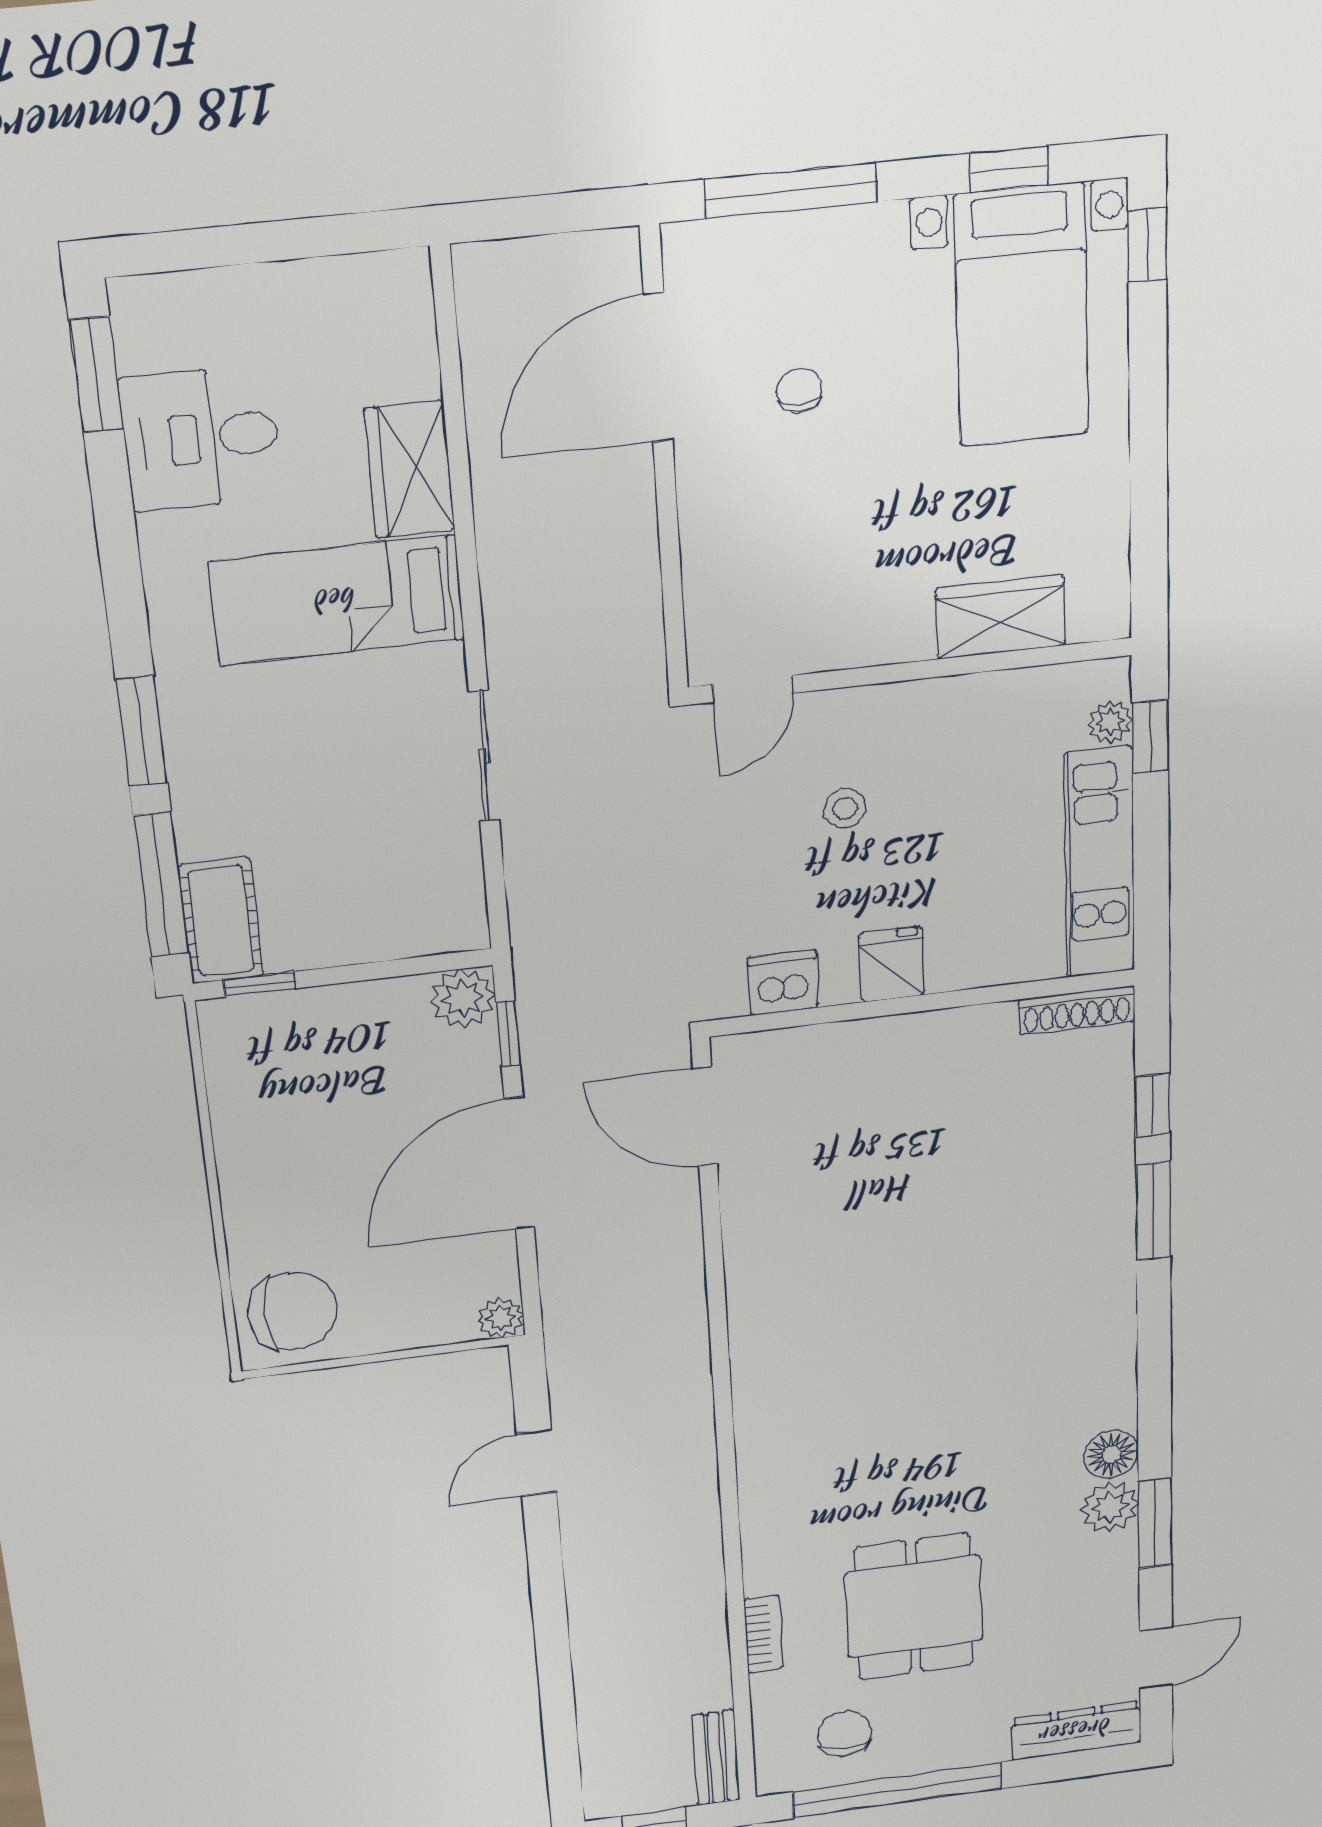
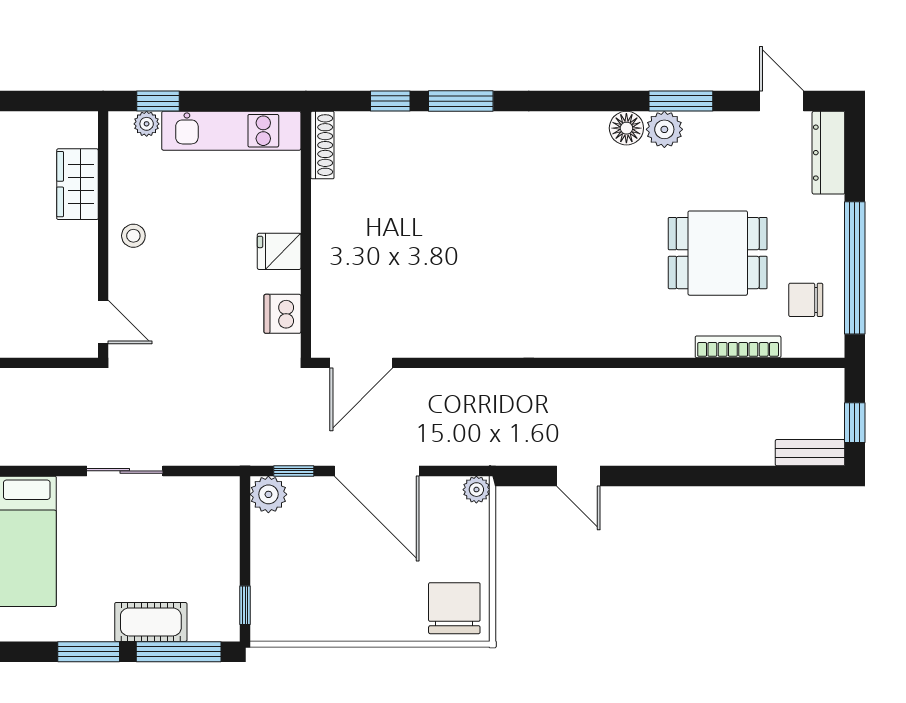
stool: (845, 808) -> (133, 236), moved
cot: (221, 920) -> (151, 622), moved
bookcase: (764, 1634) -> (738, 347), width x1.56
bench: (716, 1758) -> (810, 453), moved

